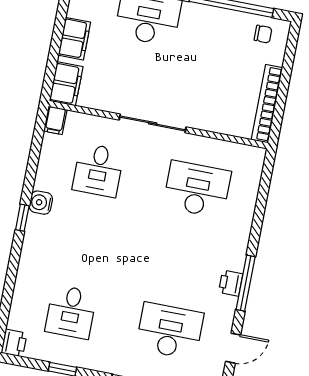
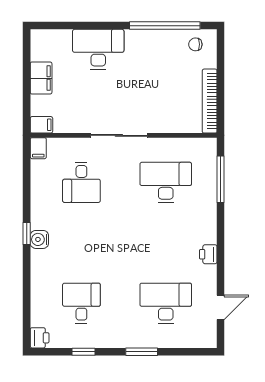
chair: (263, 34) -> (195, 44), turned 180
filing cabinet: (66, 84) -> (41, 125), width x0.50
water cooler: (41, 203) -> (39, 239), moved
window: (246, 283) -> (221, 179), moved
desk: (71, 312) -> (81, 303), turned 180

